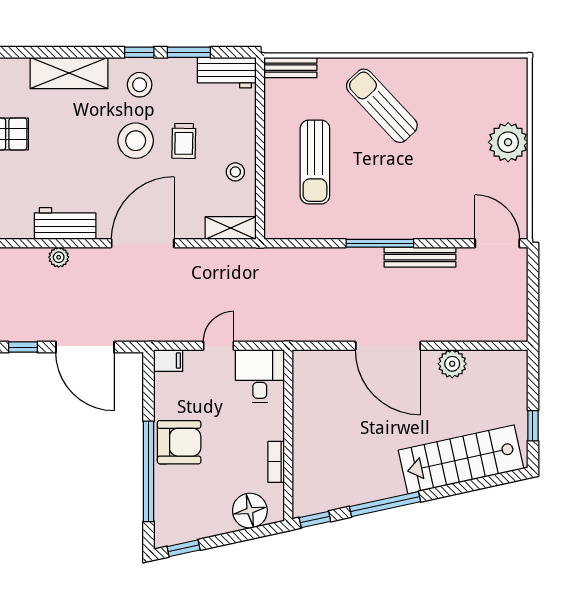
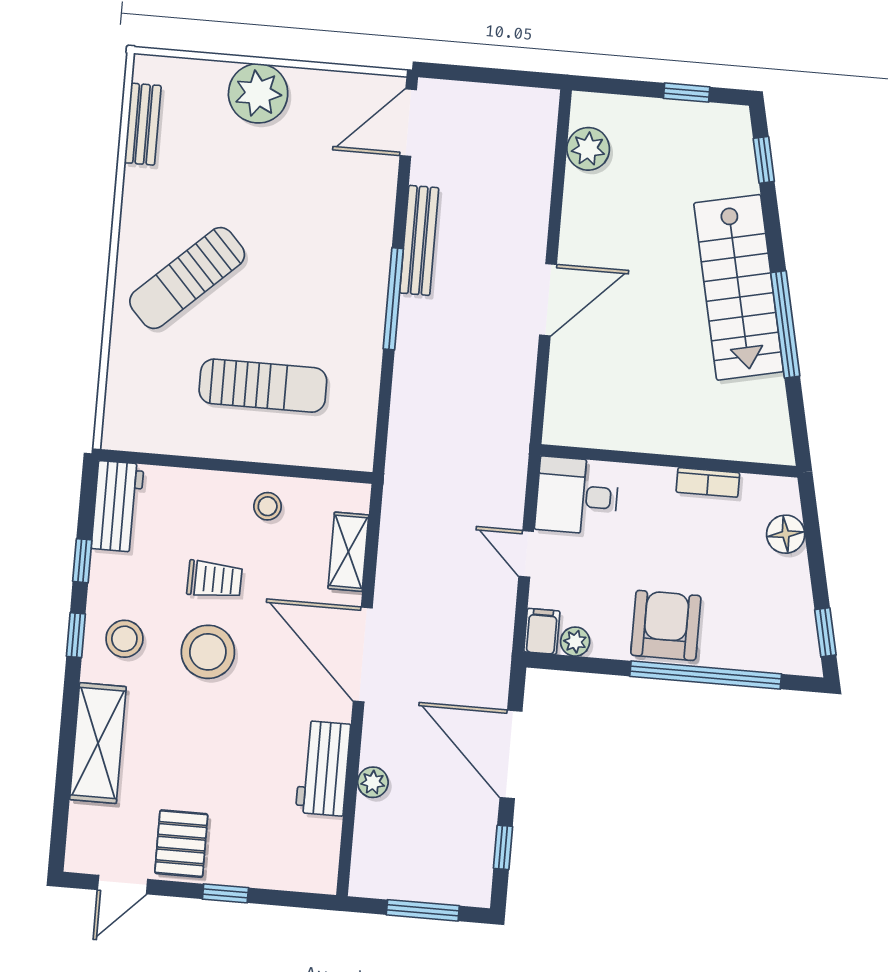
window: (189, 52) -> (82, 561), width x0.67
bench: (290, 68) -> (143, 124), moved
shelving: (231, 228) -> (348, 552), moved
door: (388, 346) -> (548, 300), width x0.73
door: (85, 347) -> (511, 754), swing flipped
plant: (452, 364) -> (588, 149), moved
plant: (163, 383) -> (575, 642), added
stairs: (461, 459) -> (739, 287), moved
floor lamp: (250, 511) -> (786, 534), width x0.73, depth x0.73
window: (315, 519) -> (764, 160), moved

